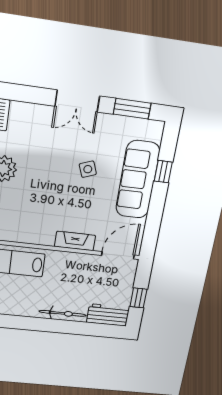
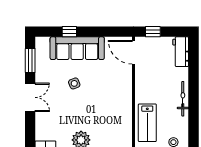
fireplace: (75, 241) -> (126, 84), removed
window: (138, 298) -> (153, 32), moved
bicycle: (63, 313) -> (183, 99), moved

